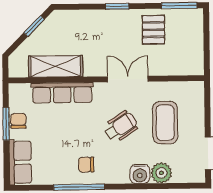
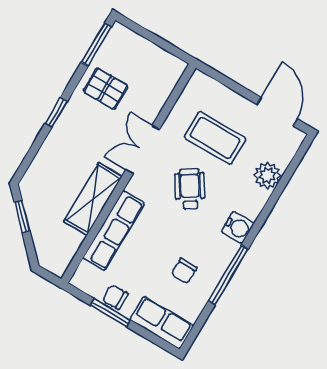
shelving: (56, 66) -> (93, 199), moved
chair: (86, 165) -> (184, 271), moved
water cooler: (140, 174) -> (238, 227), moved

